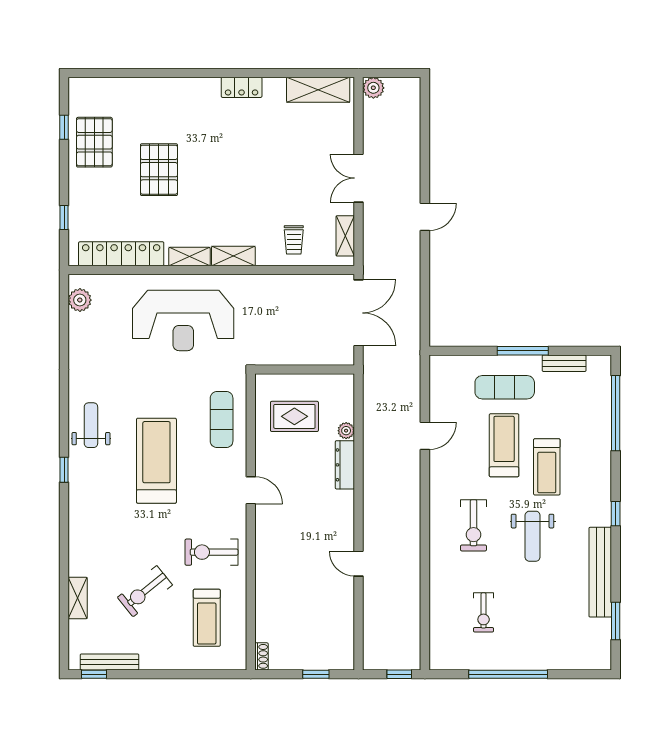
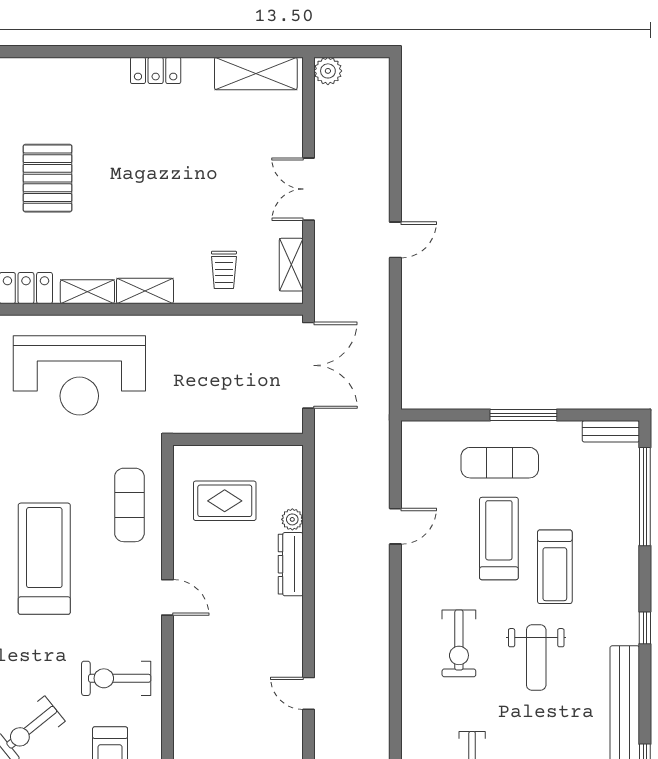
bench: (564, 363) -> (611, 431), moved

